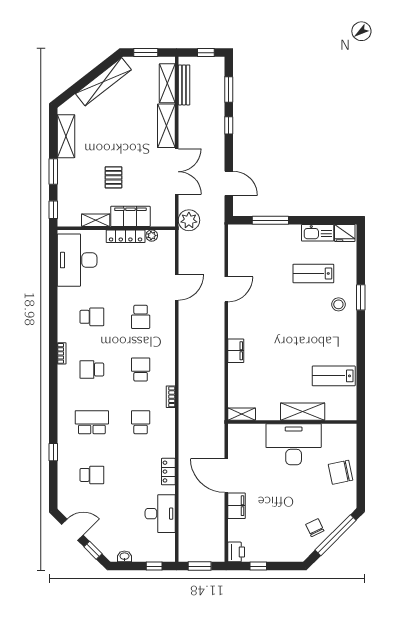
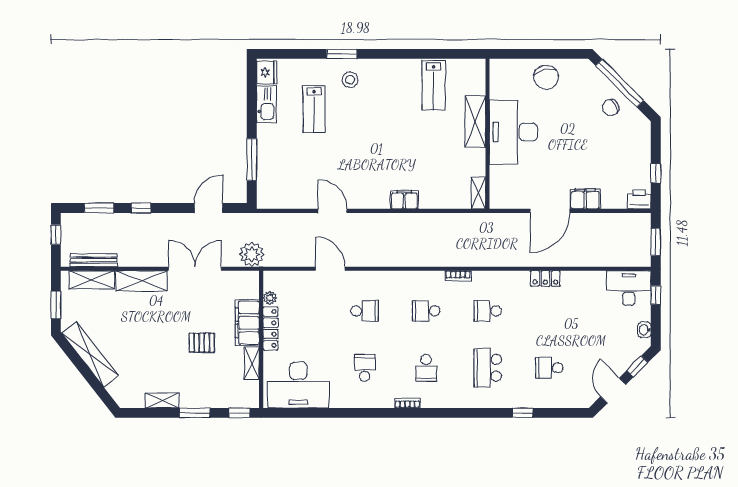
shelving: (66, 136) -> (162, 401), width x0.67, depth x0.75
school desk: (92, 475) -> (549, 368), turned -90
desk: (160, 514) -> (629, 288), moved

